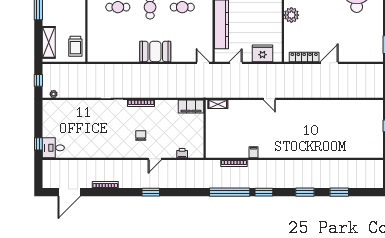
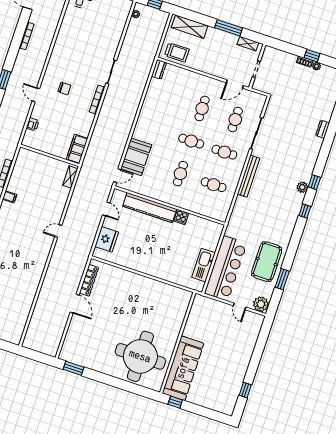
plant: (291, 15) -> (136, 281), removed
trolley: (75, 46) -> (177, 52), turned 180
booth: (155, 51) -> (136, 157), moved
dresser: (96, 57) -> (159, 69), added

